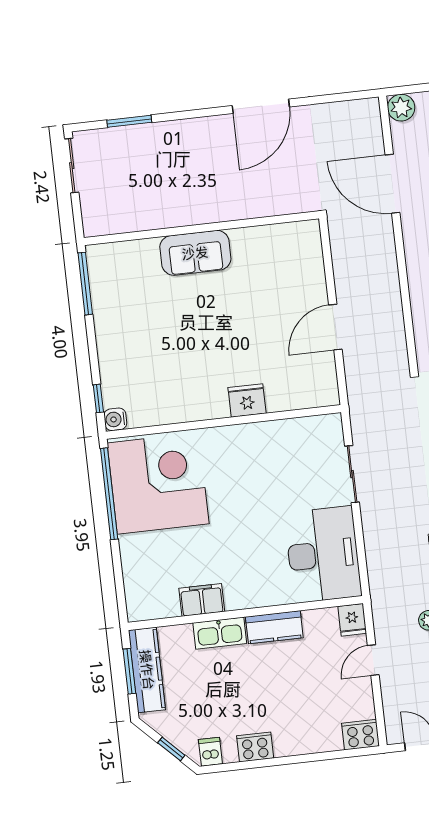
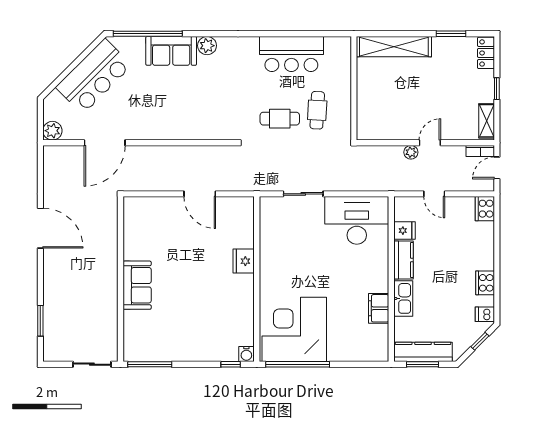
sliding door: (72, 166) -> (92, 364), moved
fridge: (352, 620) -> (404, 231), moved

